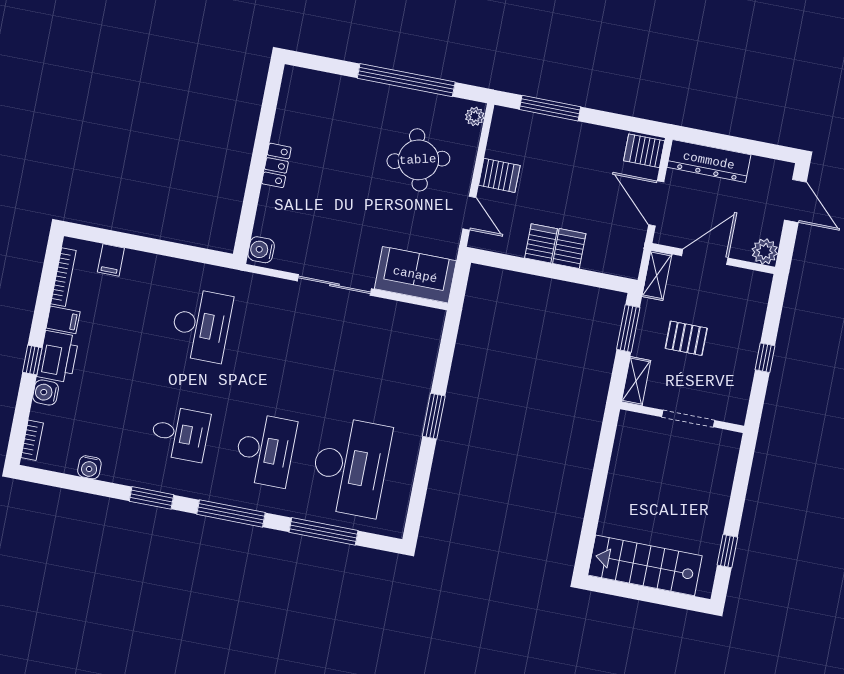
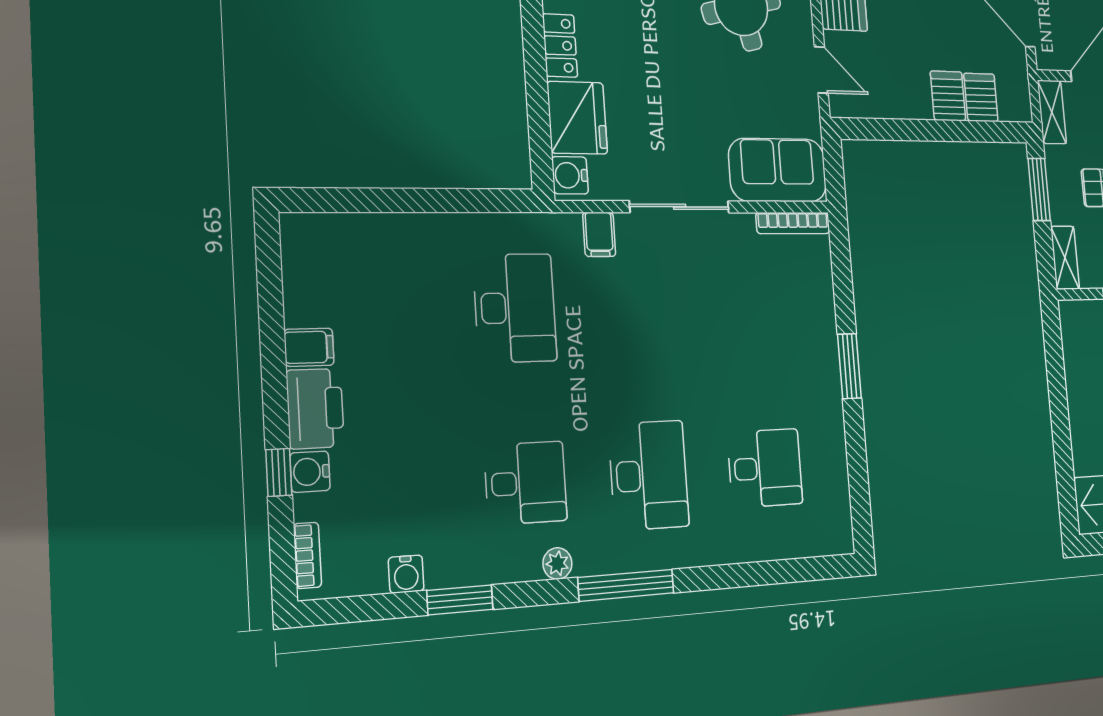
fridge: (276, 214) -> (577, 118), added
server rack: (541, 243) -> (981, 97), moved
filing cabinet: (111, 260) -> (599, 234), moved
bookcase: (63, 277) -> (793, 223), moved, turned 90
window: (32, 360) -> (279, 472), moved
desk: (350, 467) -> (765, 468), width x0.53, depth x0.77
plant: (188, 488) -> (557, 563), added
window: (151, 498) -> (460, 600), moved
window: (323, 531) -> (754, 574), removed

